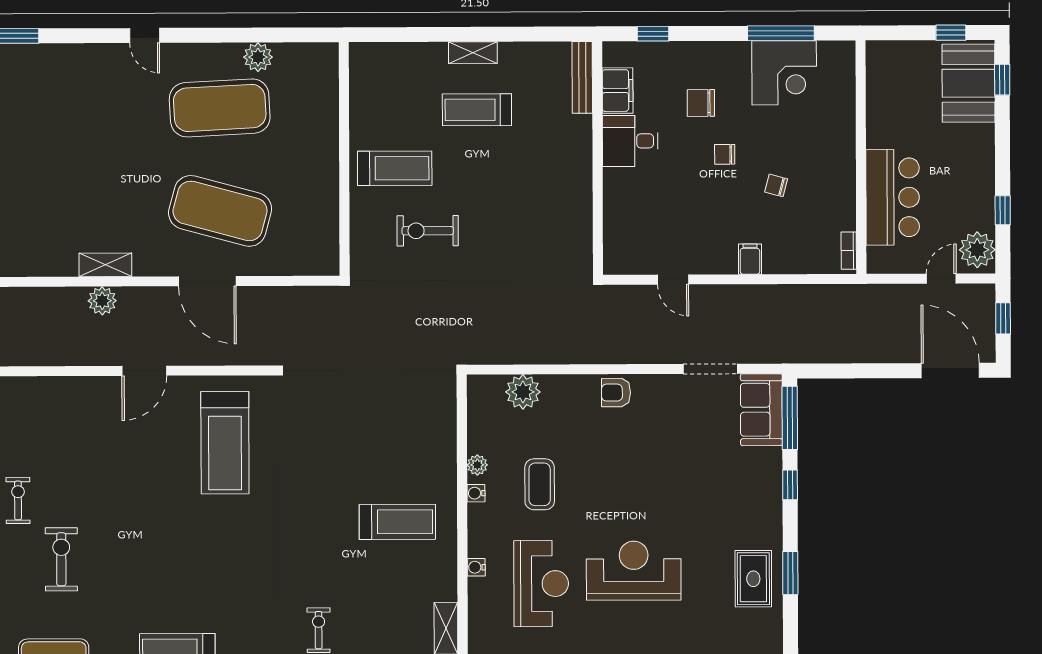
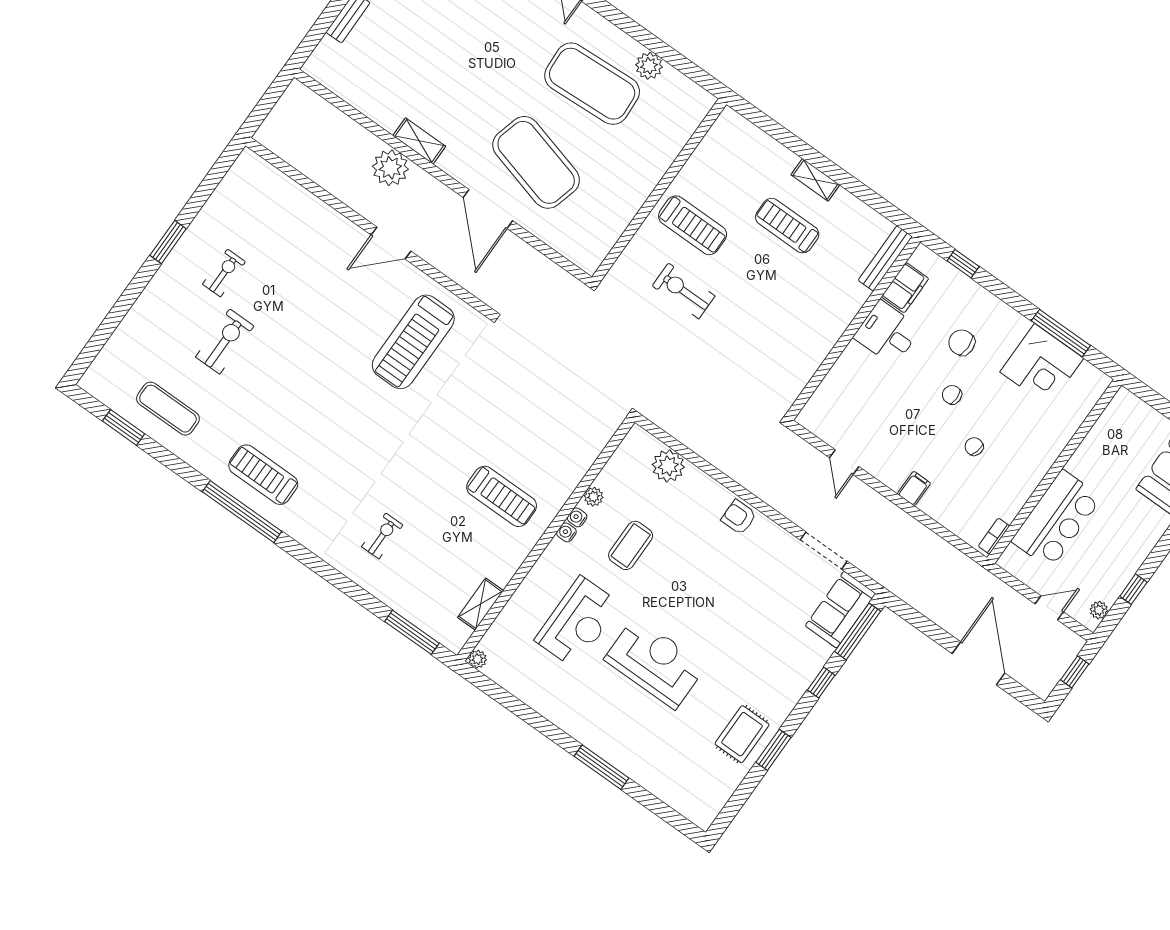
plant: (977, 250) -> (1099, 610), width x0.53, depth x0.53
plant: (102, 301) -> (390, 168), width x1.36, depth x1.36
door: (950, 370) -> (978, 663), moved
water cooler: (476, 567) -> (566, 532), moved

